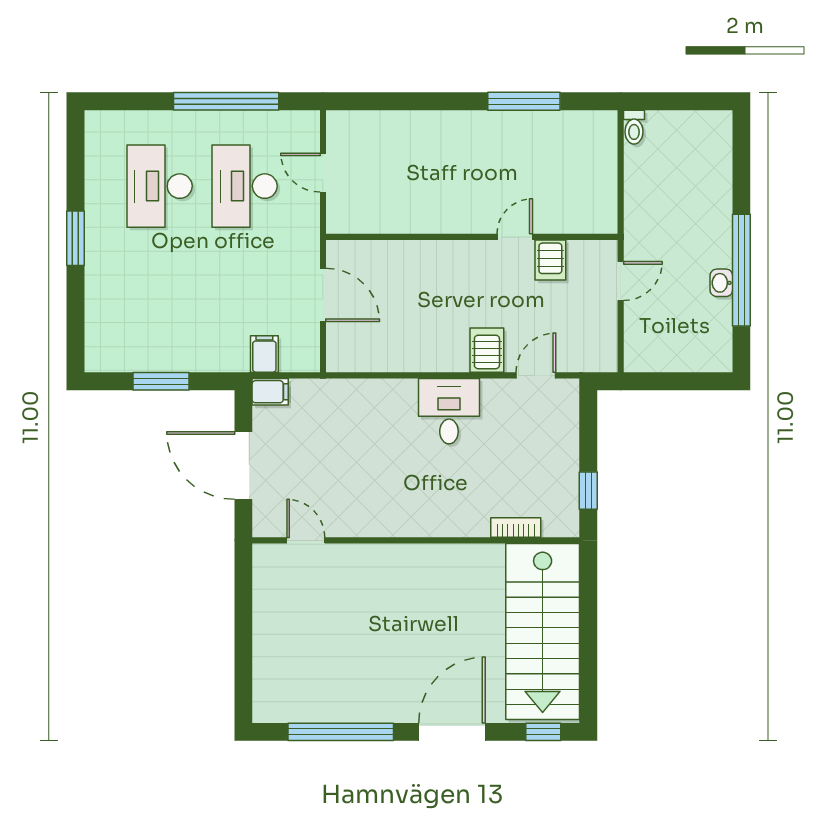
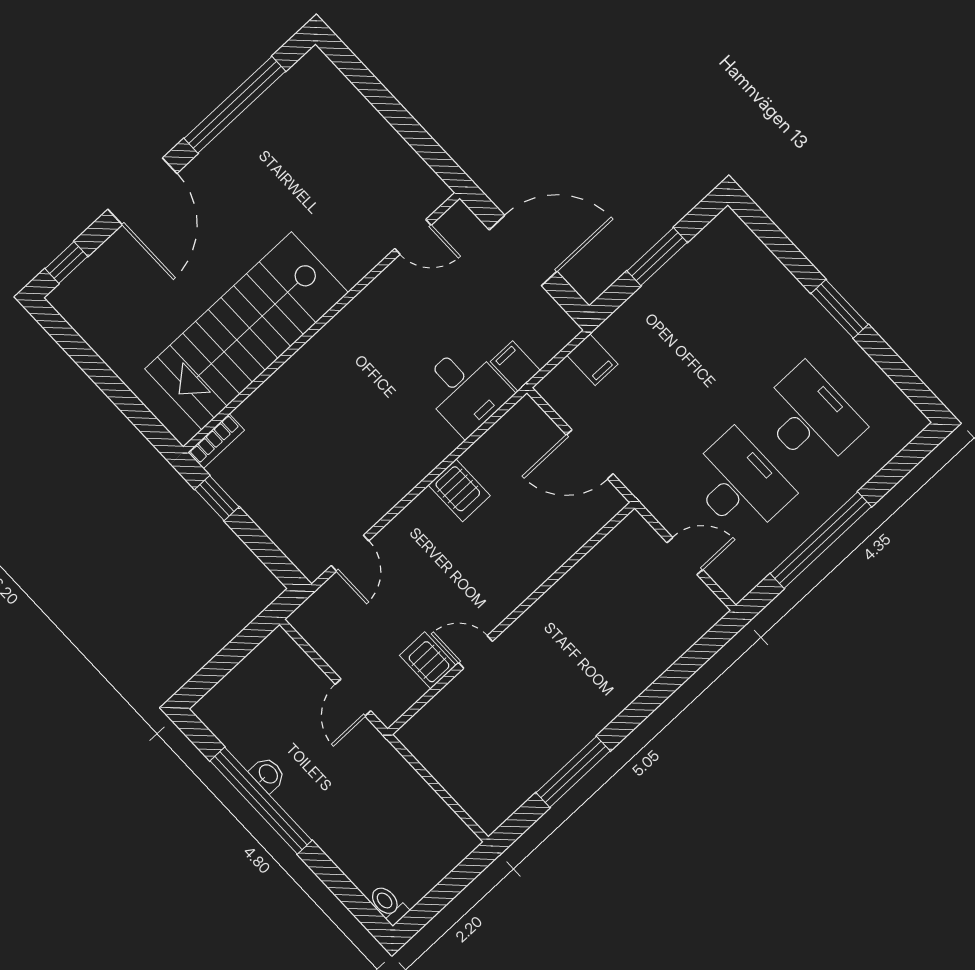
toilet: (634, 127) -> (388, 904), moved
door: (515, 237) -> (475, 652), swing flipped
server rack: (487, 350) -> (459, 490), moved
filing cabinet: (270, 392) -> (515, 366), moved, turned 90
desk: (449, 411) -> (465, 390), moved
bookcase: (516, 527) -> (216, 441), moved
stairs: (543, 632) -> (247, 331), moved, turned -90

